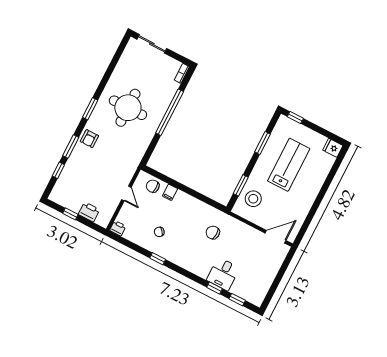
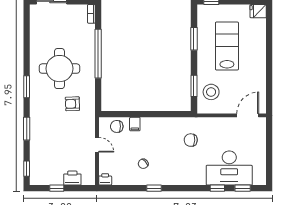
armchair: (89, 139) -> (72, 104), moved, turned 88
window: (58, 170) -> (27, 169), moved
desk: (223, 274) -> (229, 168), width x1.87, depth x1.30

